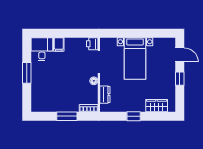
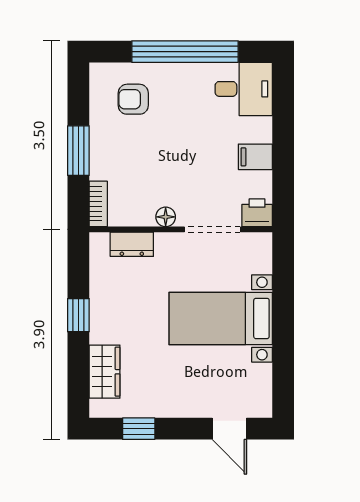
filing cabinet: (59, 44) -> (255, 157), moved
door: (180, 55) -> (229, 429), hinge flipped
window: (27, 73) -> (185, 52), width x2.11
window: (180, 79) -> (139, 429), moved
armchair: (46, 94) -> (133, 99), added

